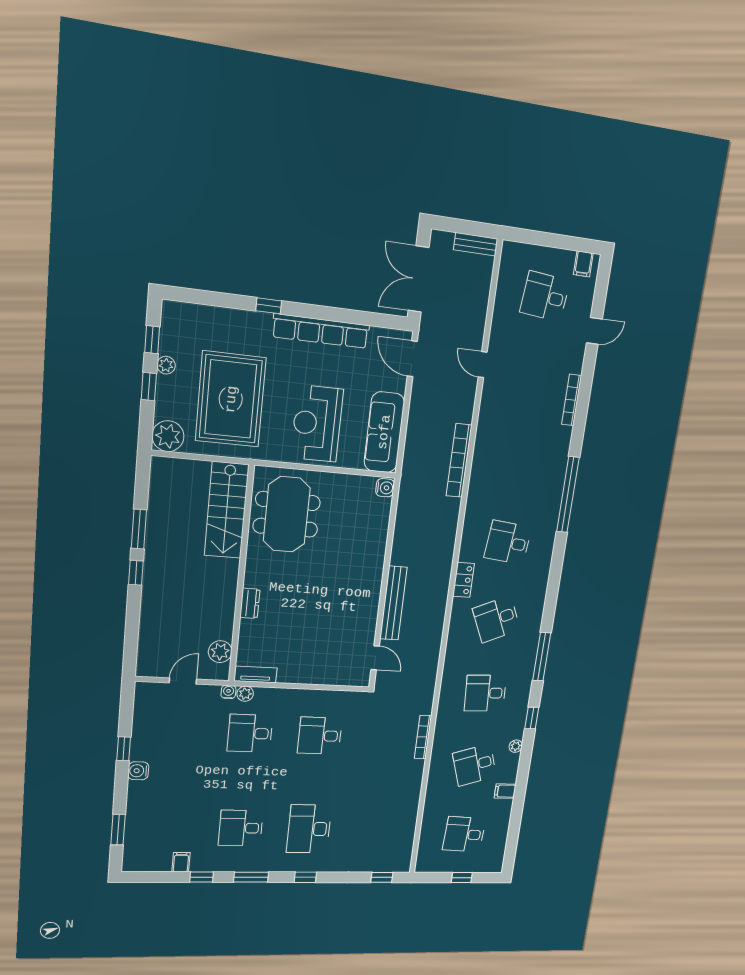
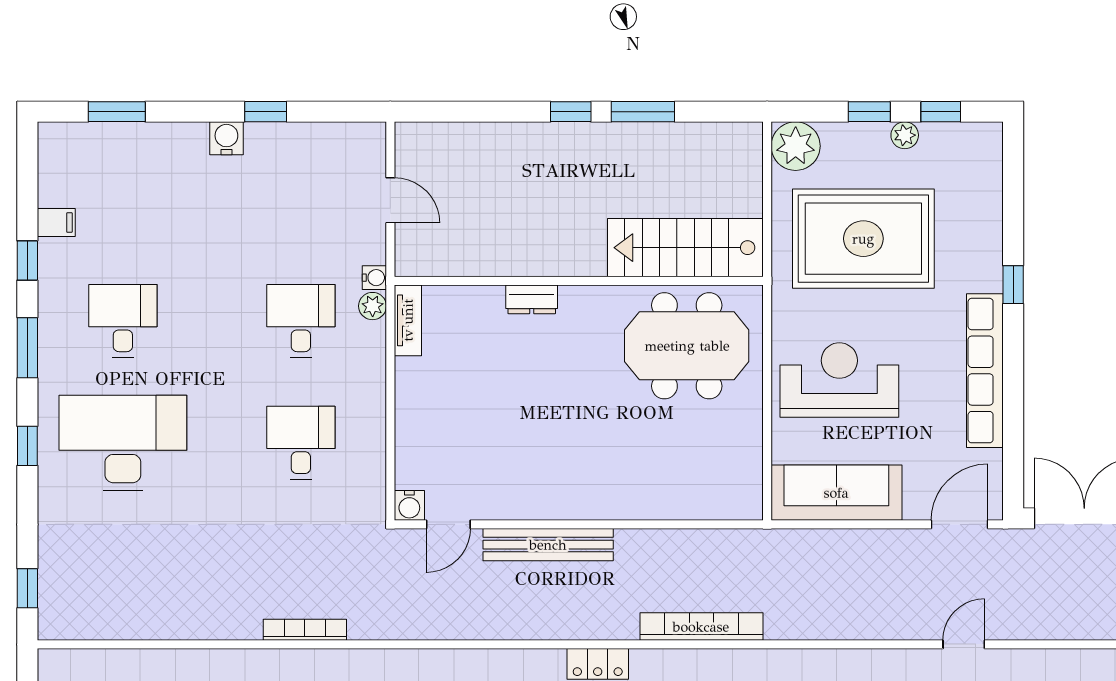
bookcase: (459, 461) -> (701, 627), moved
water cooler: (385, 488) -> (409, 505), moved
plant: (220, 652) -> (445, 258), removed
desk: (309, 829) -> (123, 443), width x1.36, depth x1.30

